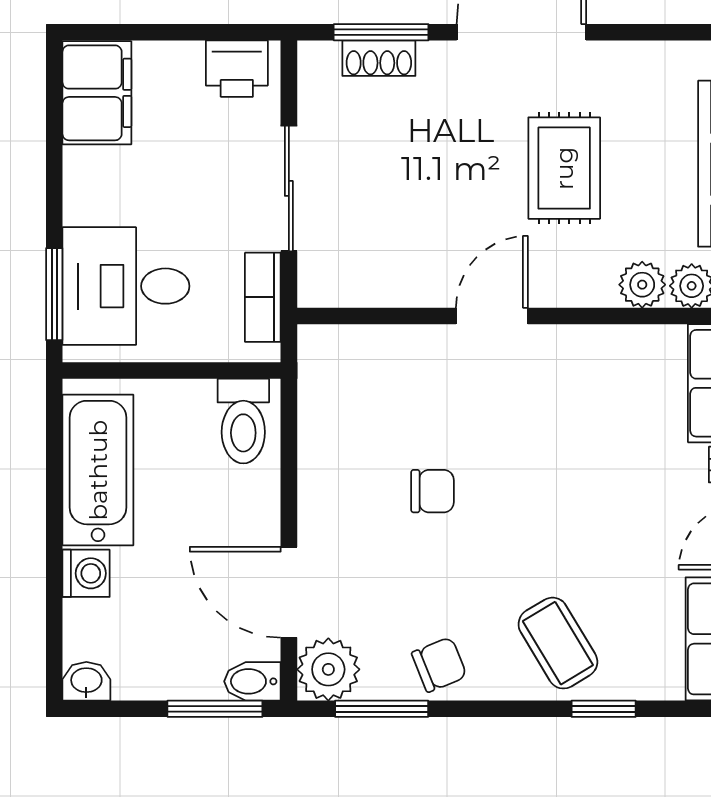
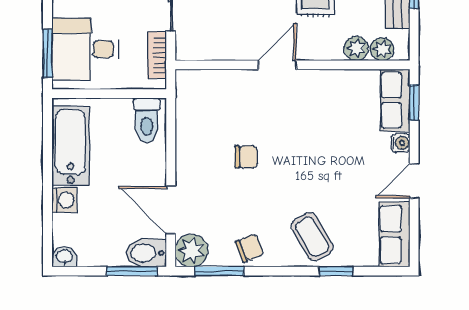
bidet: (252, 681) -> (146, 253), width x1.38, depth x1.36

